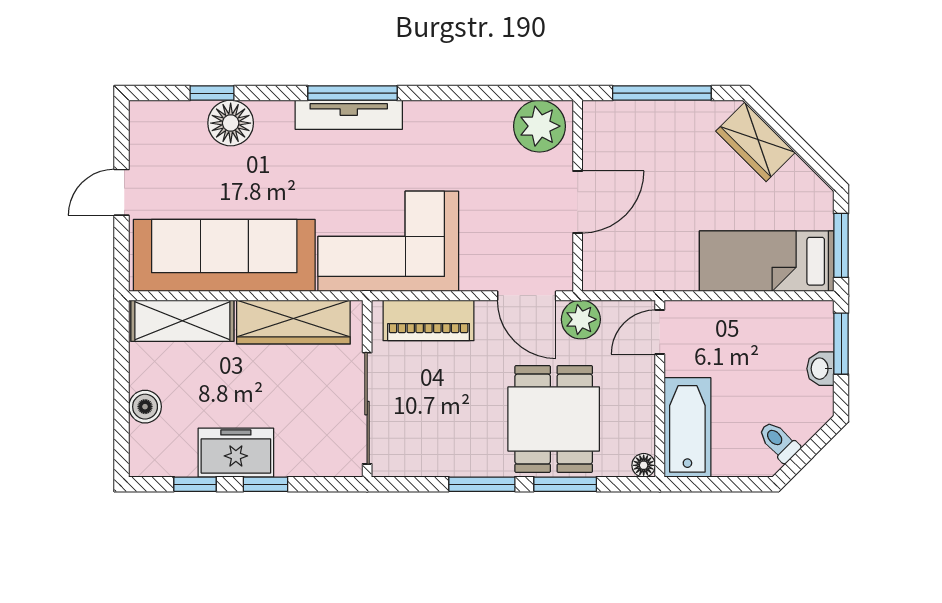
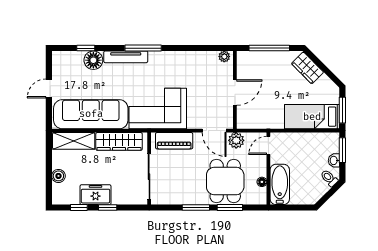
tv unit: (349, 115) -> (126, 57), moved
plant: (539, 126) -> (224, 57), width x0.53, depth x0.53
toilet: (779, 442) -> (329, 178), moved
floor lamp: (644, 465) -> (262, 182), moved

